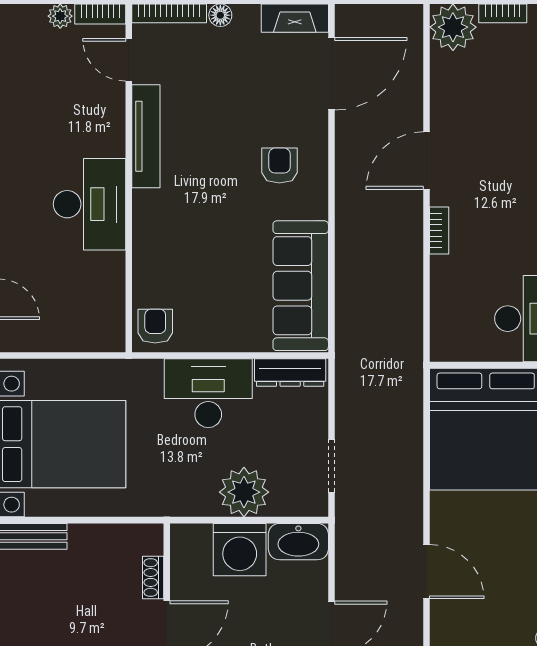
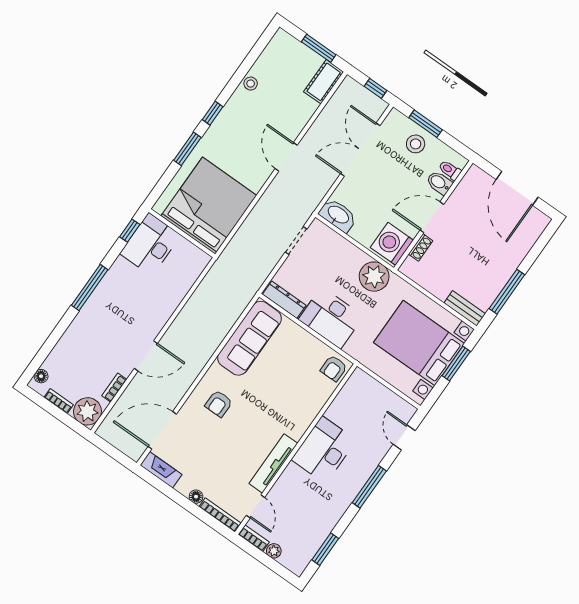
bookcase: (439, 231) -> (114, 388), moved
plant: (244, 492) -> (374, 277), moved
washing machine: (240, 550) -> (392, 244), moved, turned -90

